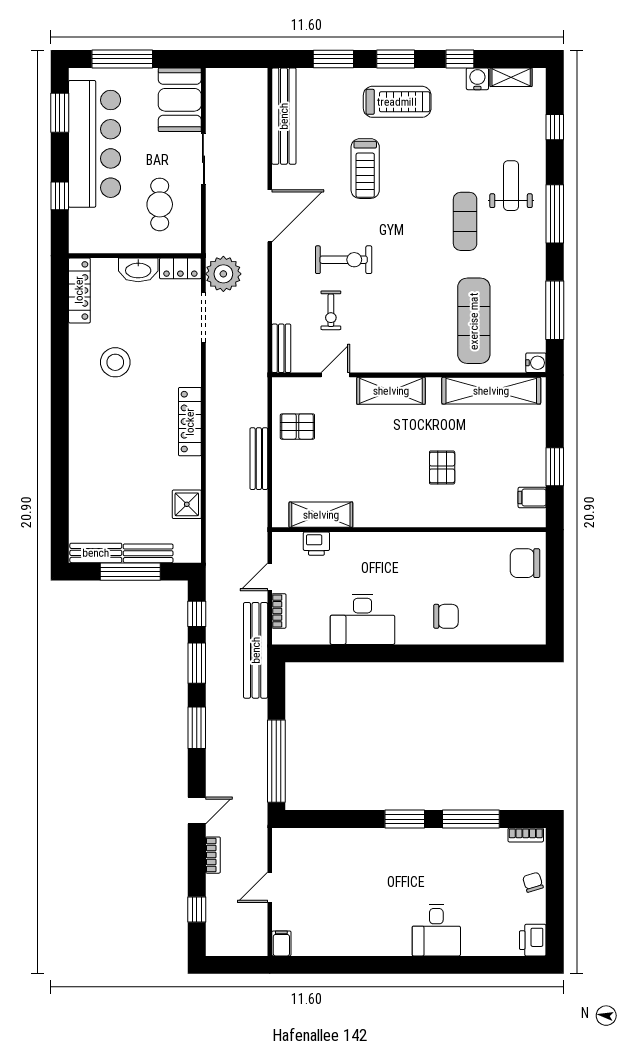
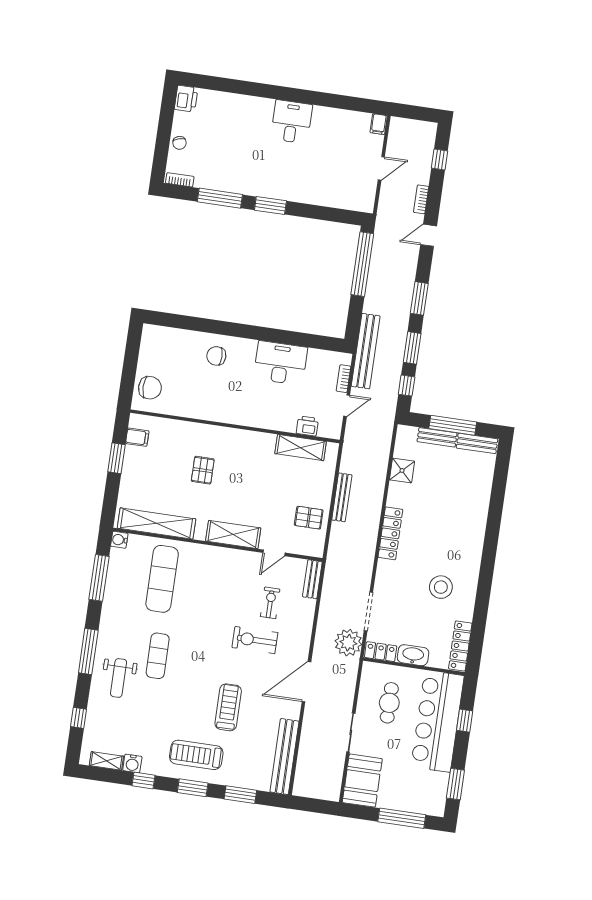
bar counter: (95, 144) -> (437, 721), moved
desk: (436, 930) -> (291, 122), moved

